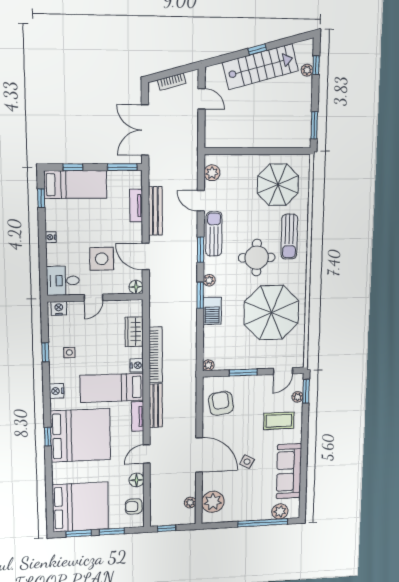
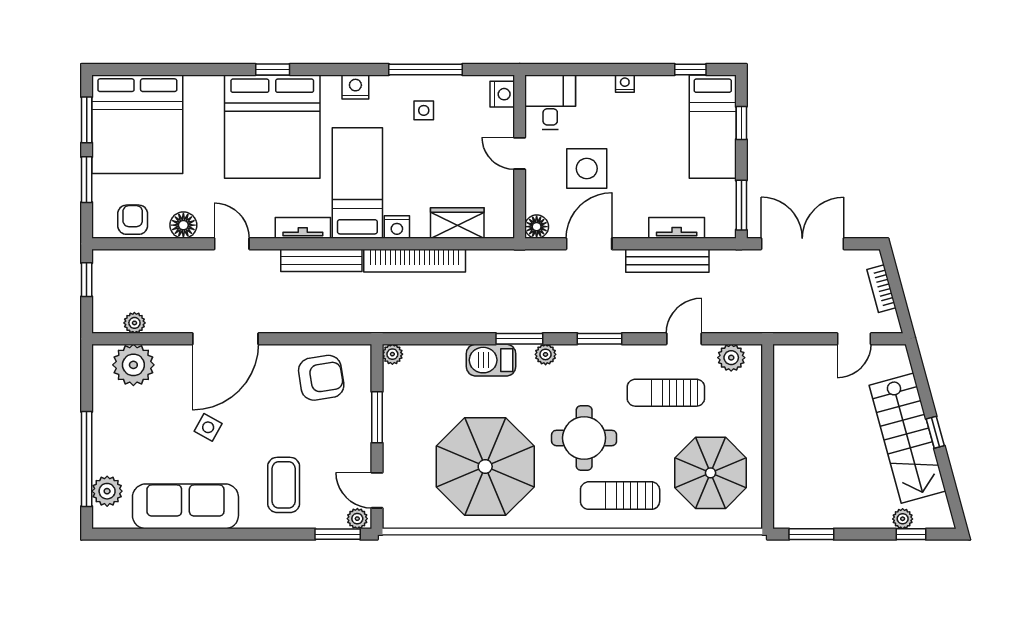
sun lounger: (214, 234) -> (666, 393), moved, turned 180
window: (45, 352) -> (426, 70), width x2.17
plant: (298, 397) -> (357, 519), moved

